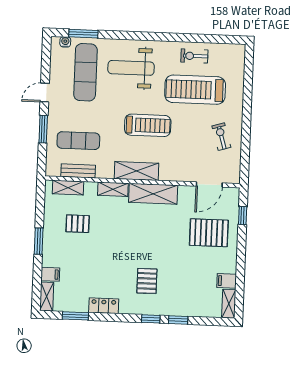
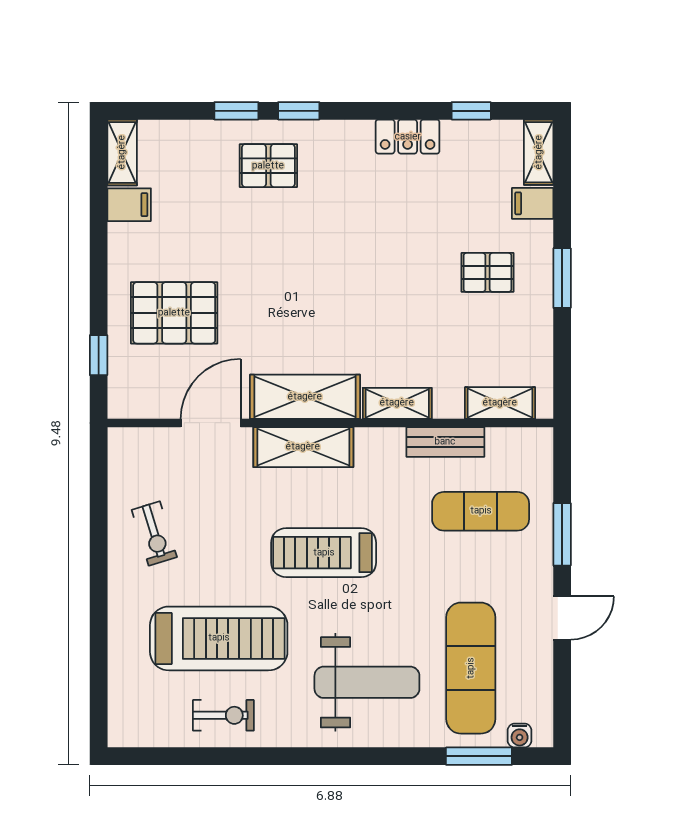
bench: (78, 171) -> (445, 442), moved
shelving: (136, 171) -> (303, 447), moved
door: (209, 185) -> (211, 423), moved
pallet: (78, 224) -> (488, 272), moved
pallet: (147, 281) -> (268, 166), moved, turned 90
window: (75, 316) -> (471, 111), width x0.67

